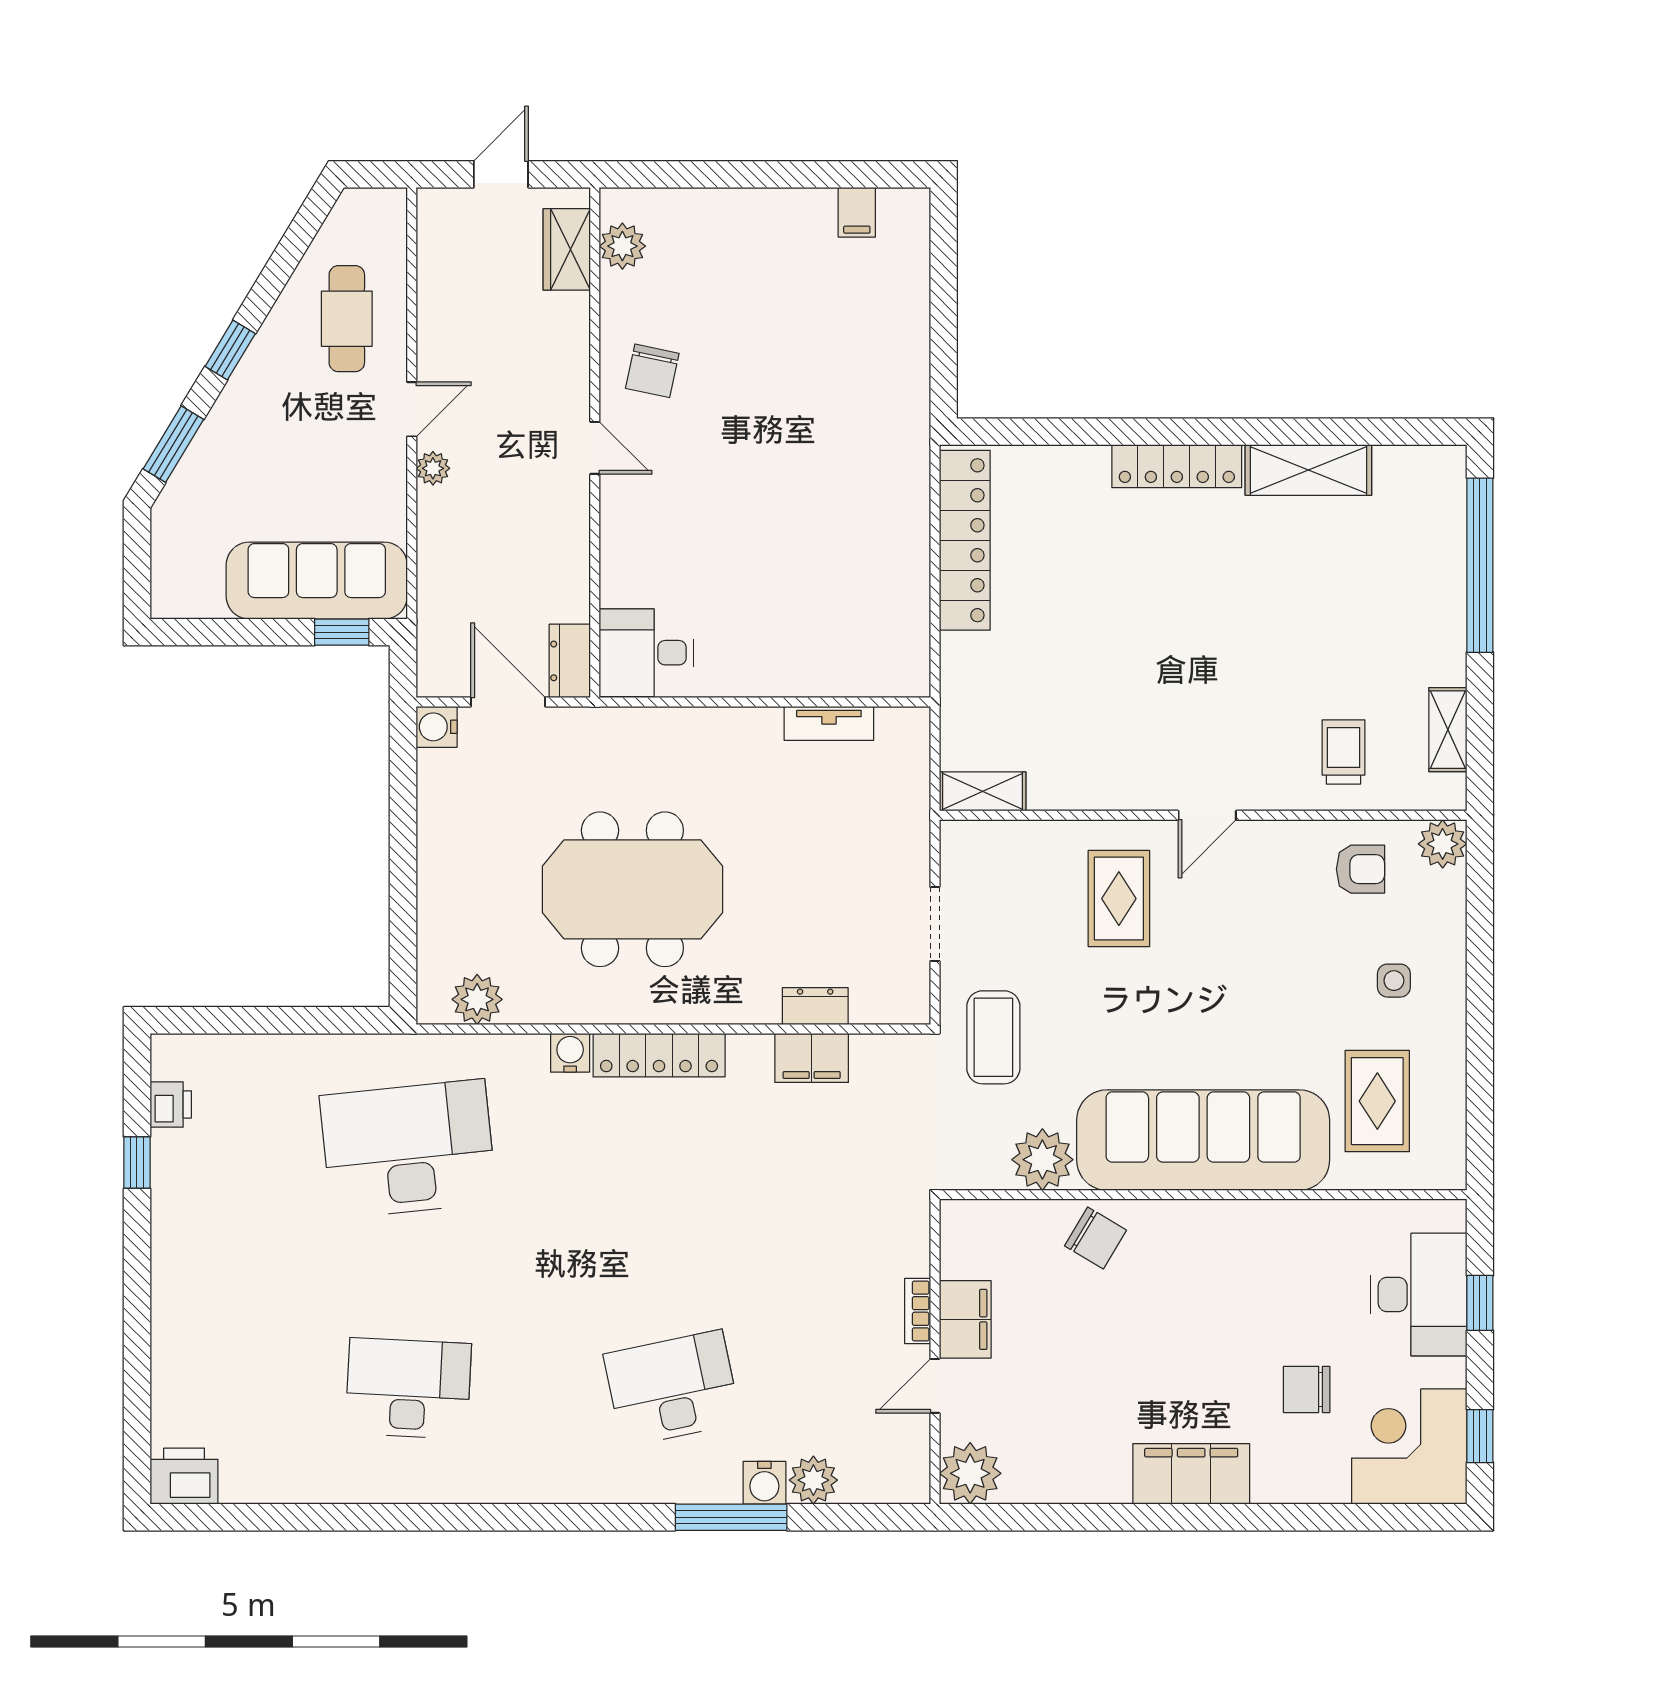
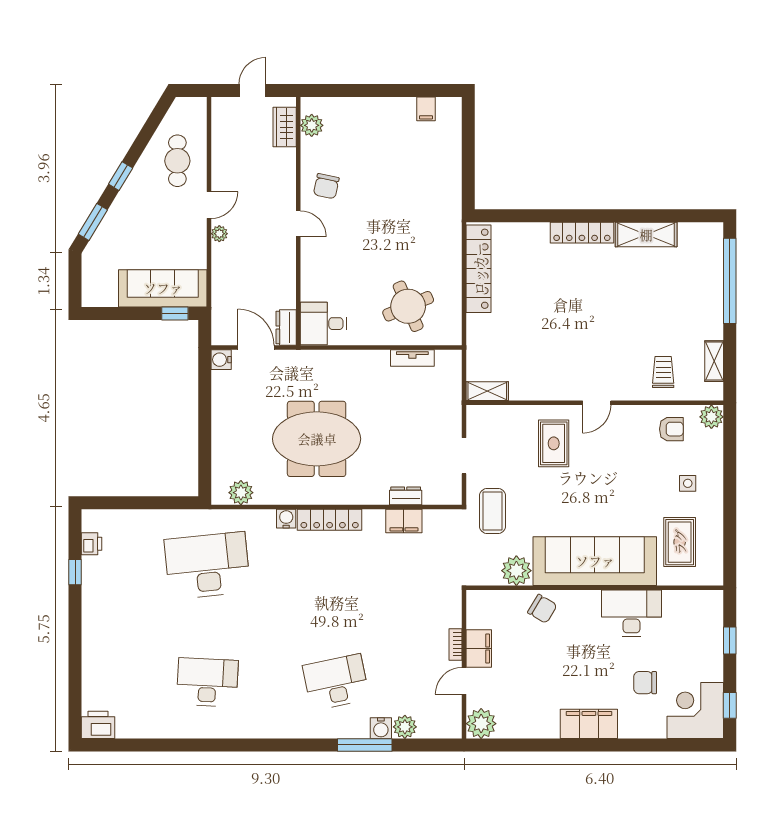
round table: (820, 617) -> (408, 306), added
desk: (1419, 1294) -> (631, 613), moved, turned -90

